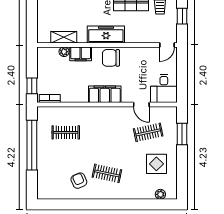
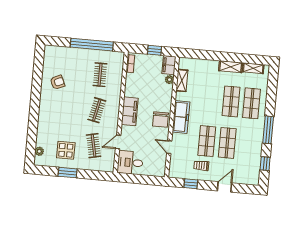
door: (167, 45) -> (169, 147), moved
filing cabinet: (81, 54) -> (169, 65), moved
chair: (111, 58) -> (160, 119), turned 180
window: (32, 86) -> (154, 50), moved
window: (182, 134) -> (68, 173), moved
clothes rail: (107, 173) -> (97, 110), moved

